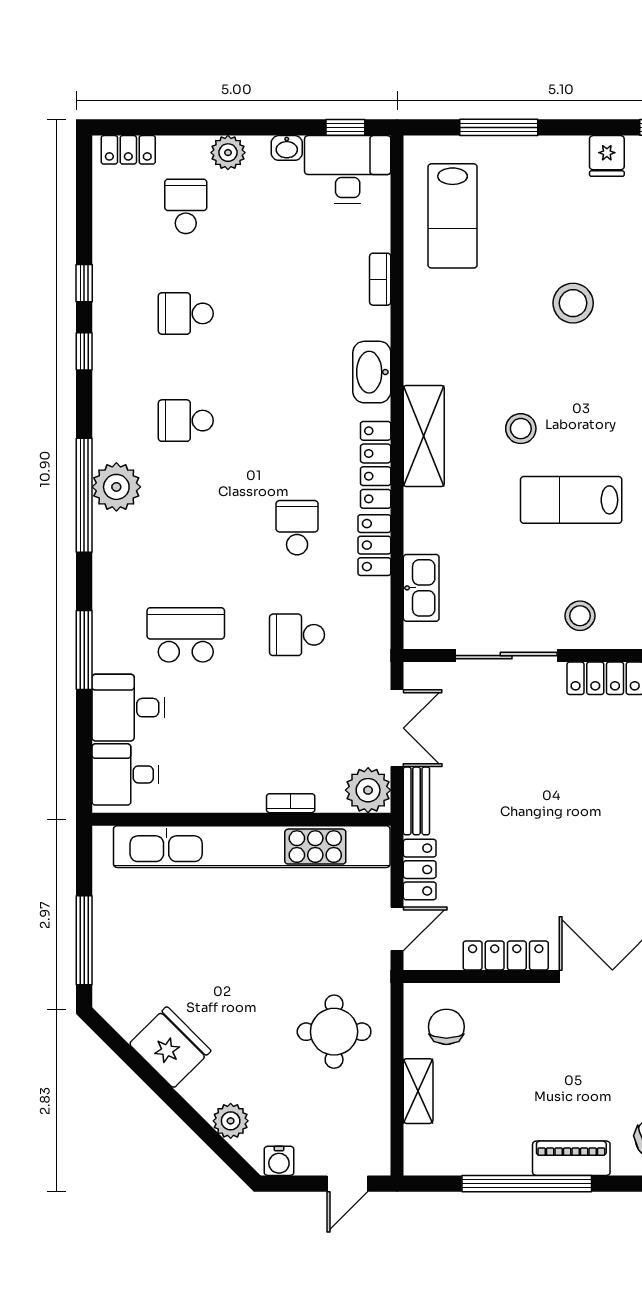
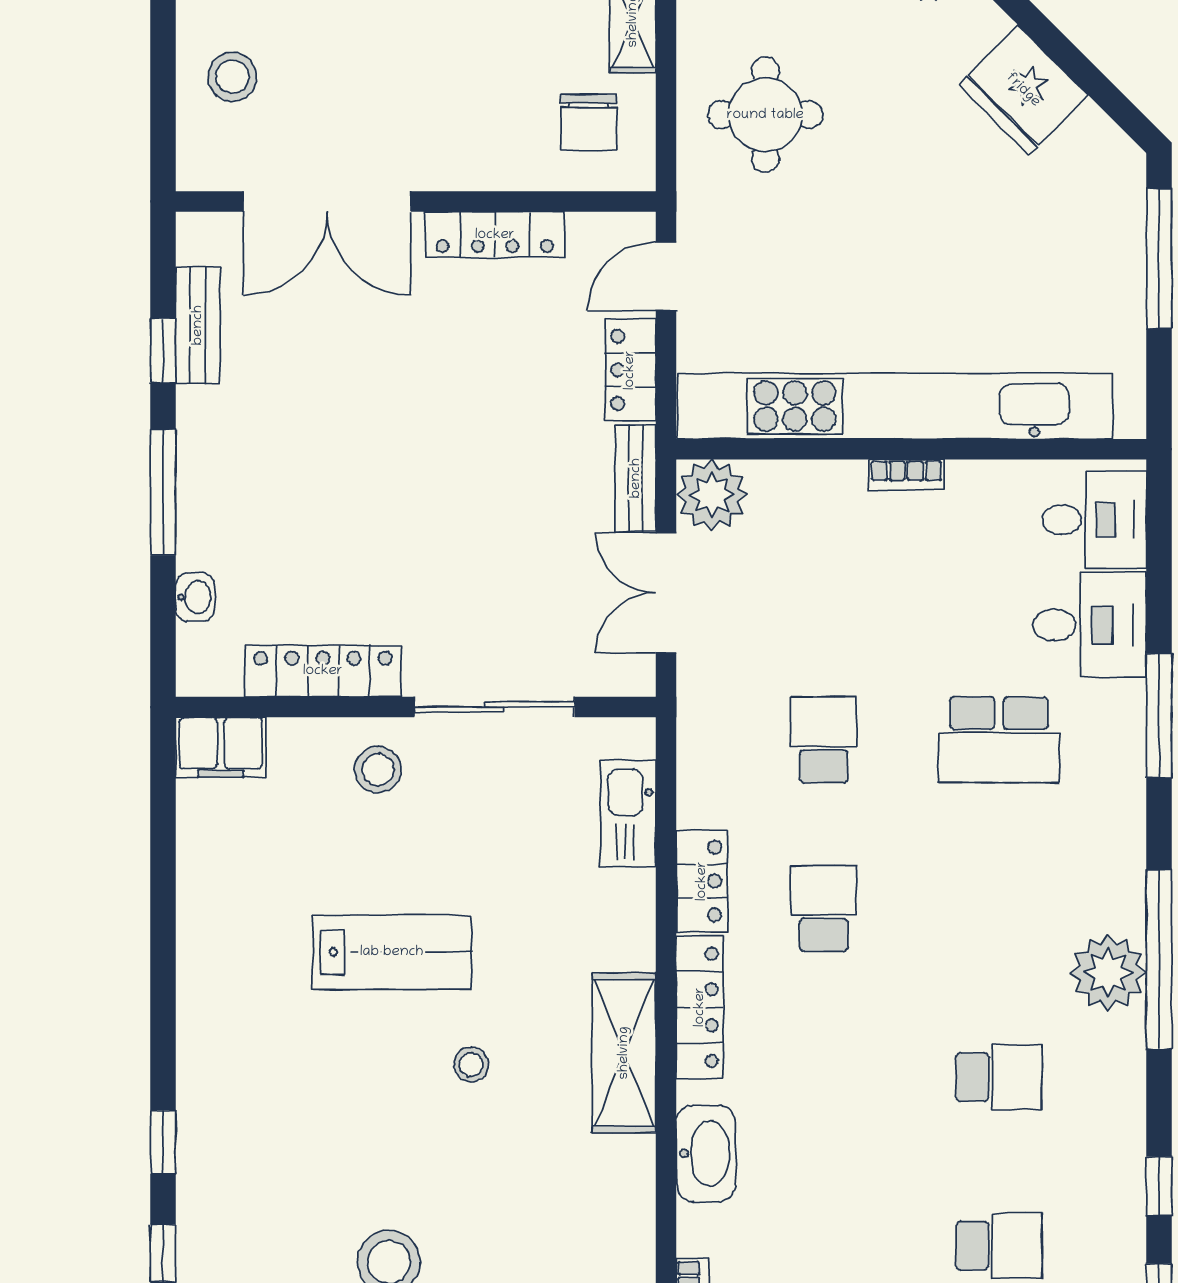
stool: (521, 429) -> (471, 1064), width x0.73, depth x0.73
school desk: (297, 528) -> (824, 908), turned 180
school desk: (297, 635) -> (824, 740), turned -90
bookcase: (291, 803) -> (906, 474), moved

